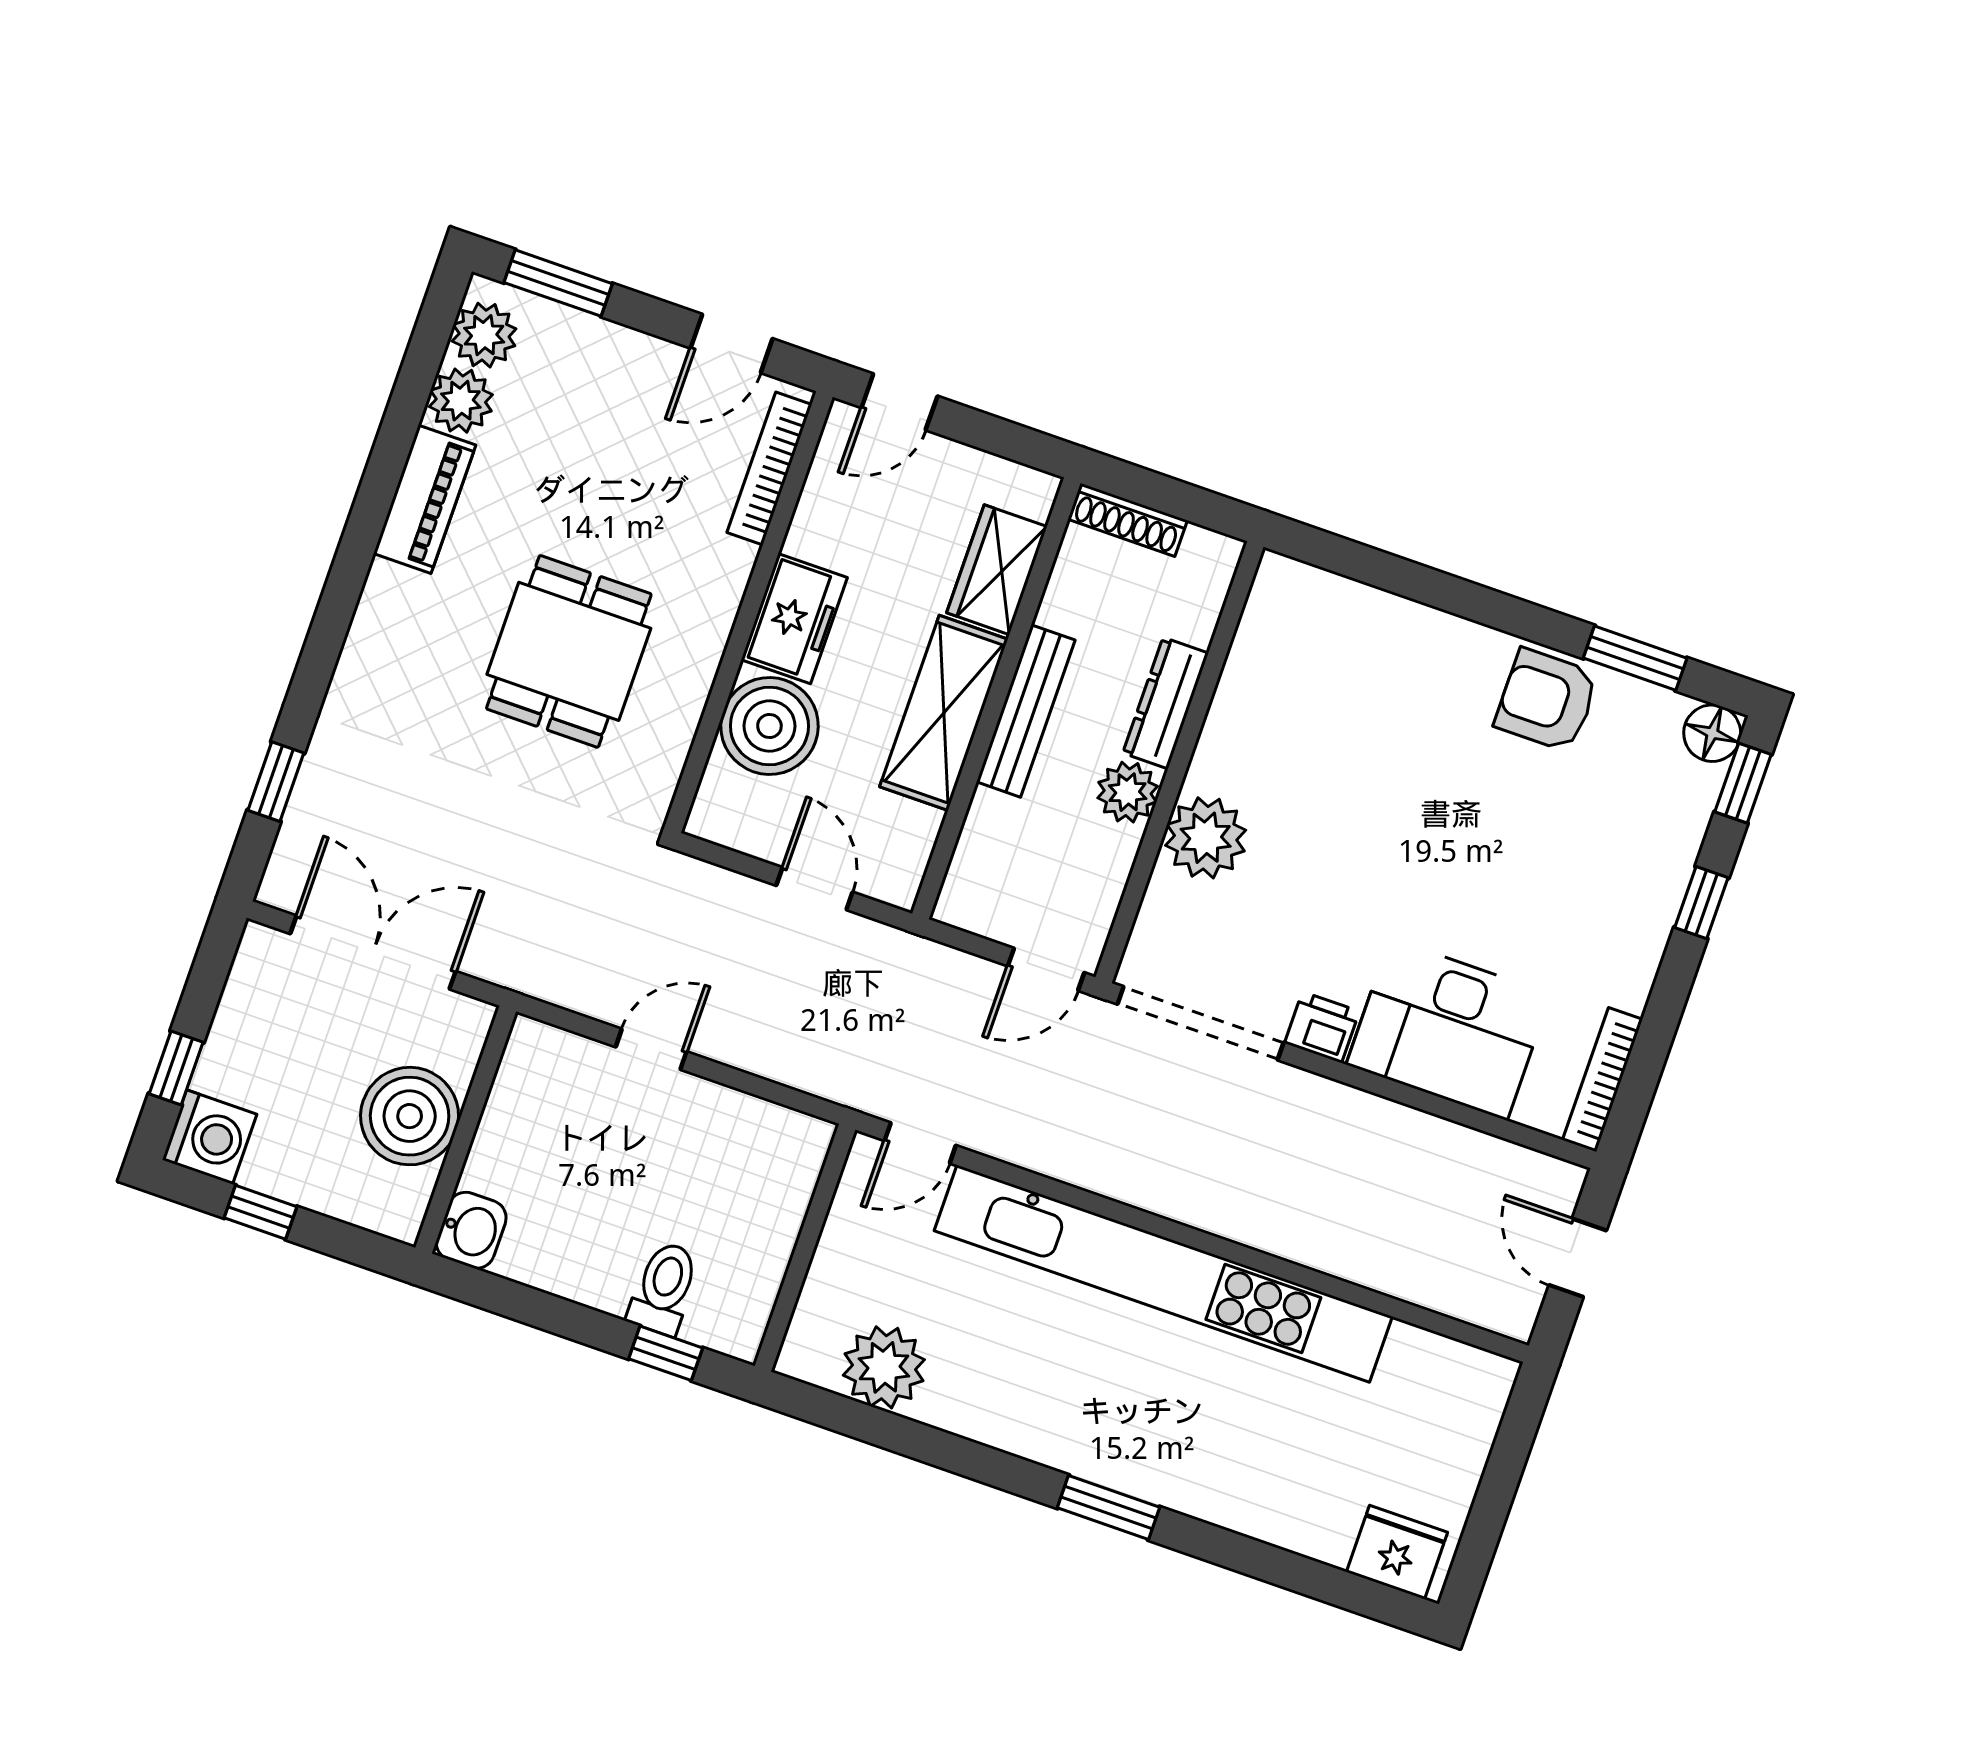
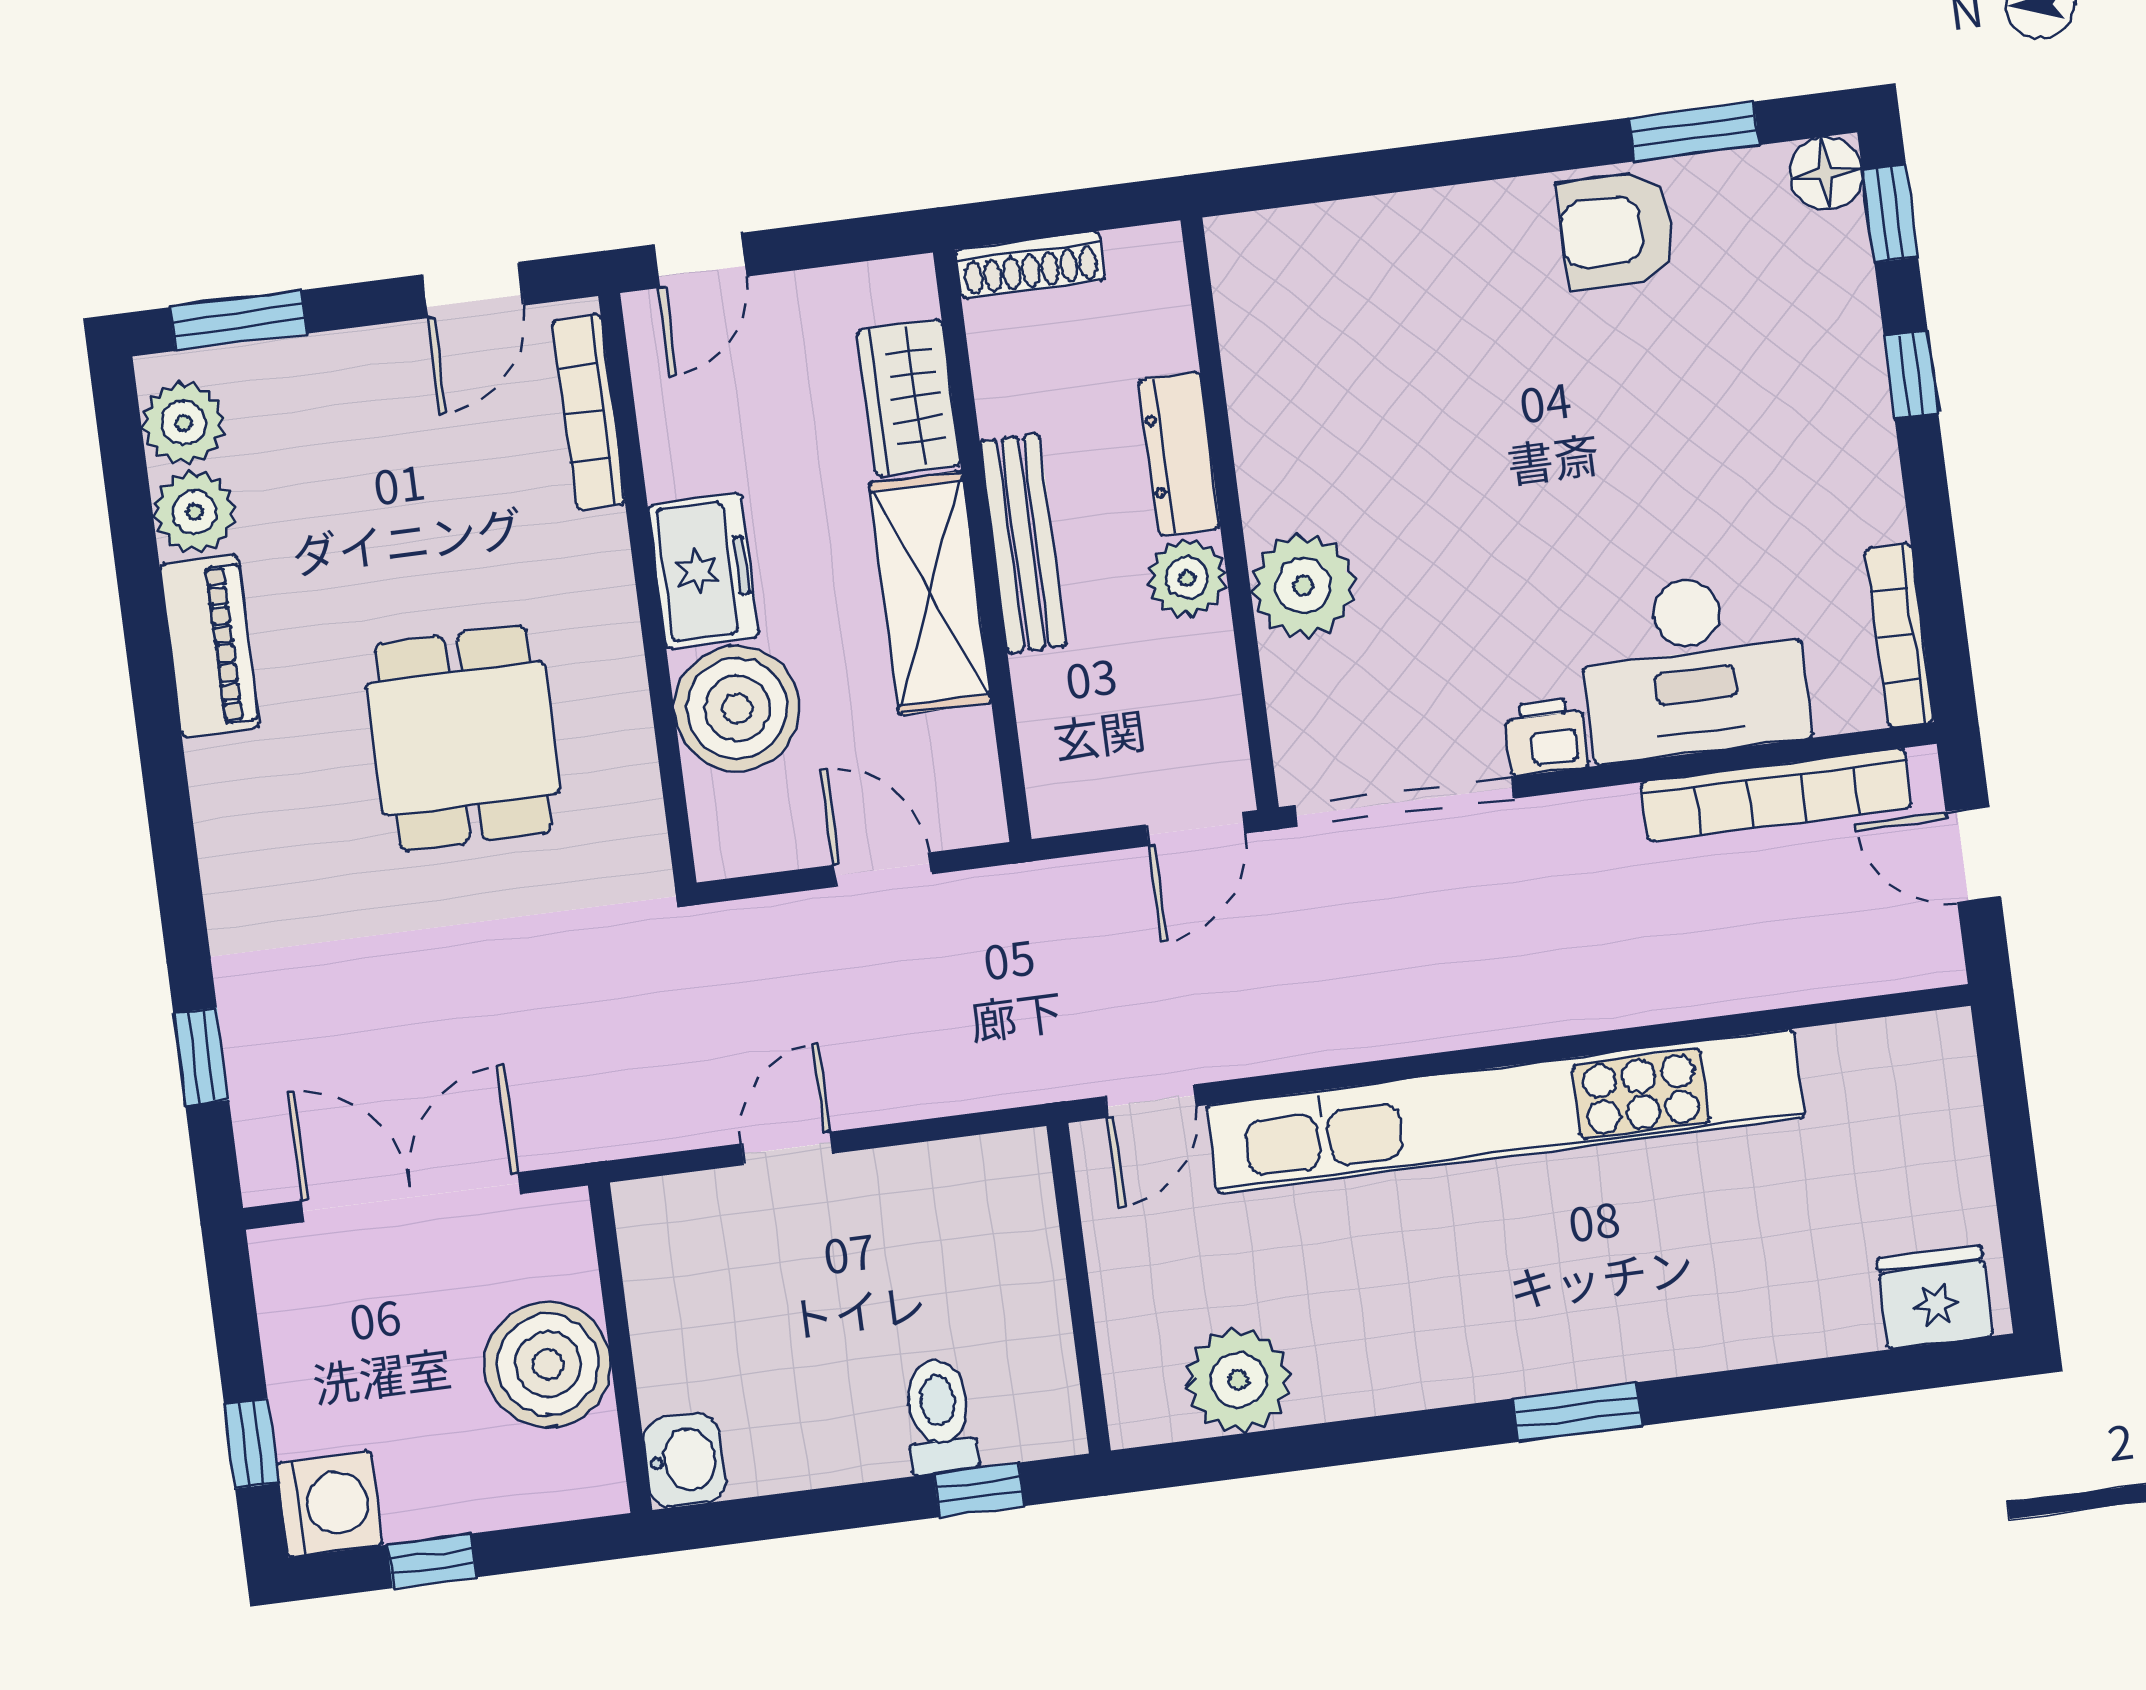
bookcase: (1462, 1148) -> (1777, 795), added

